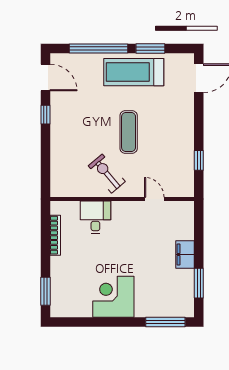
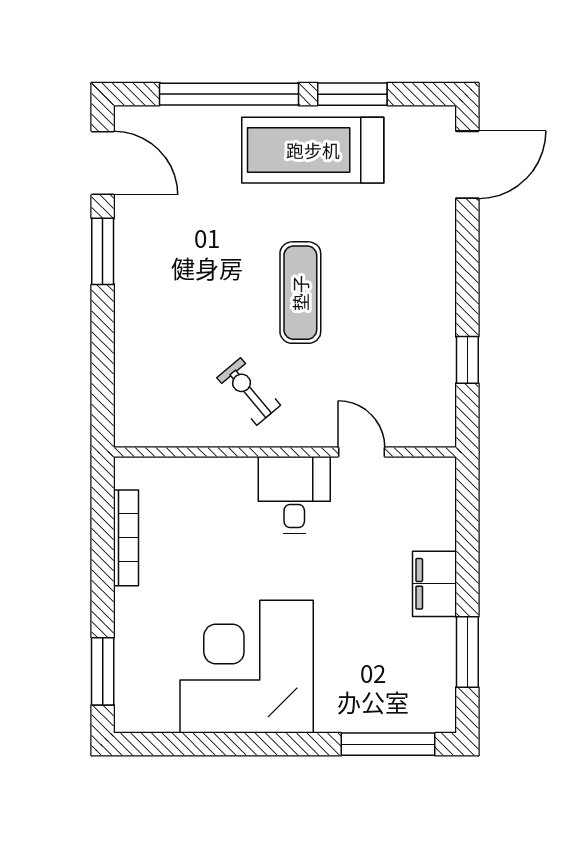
window: (45, 115) -> (103, 251), width x1.50
exercise bike: (107, 174) -> (249, 391), width x0.73, depth x0.72
desk: (95, 217) -> (294, 495), moved
corner desk: (113, 297) -> (247, 667), width x1.36, depth x1.36

